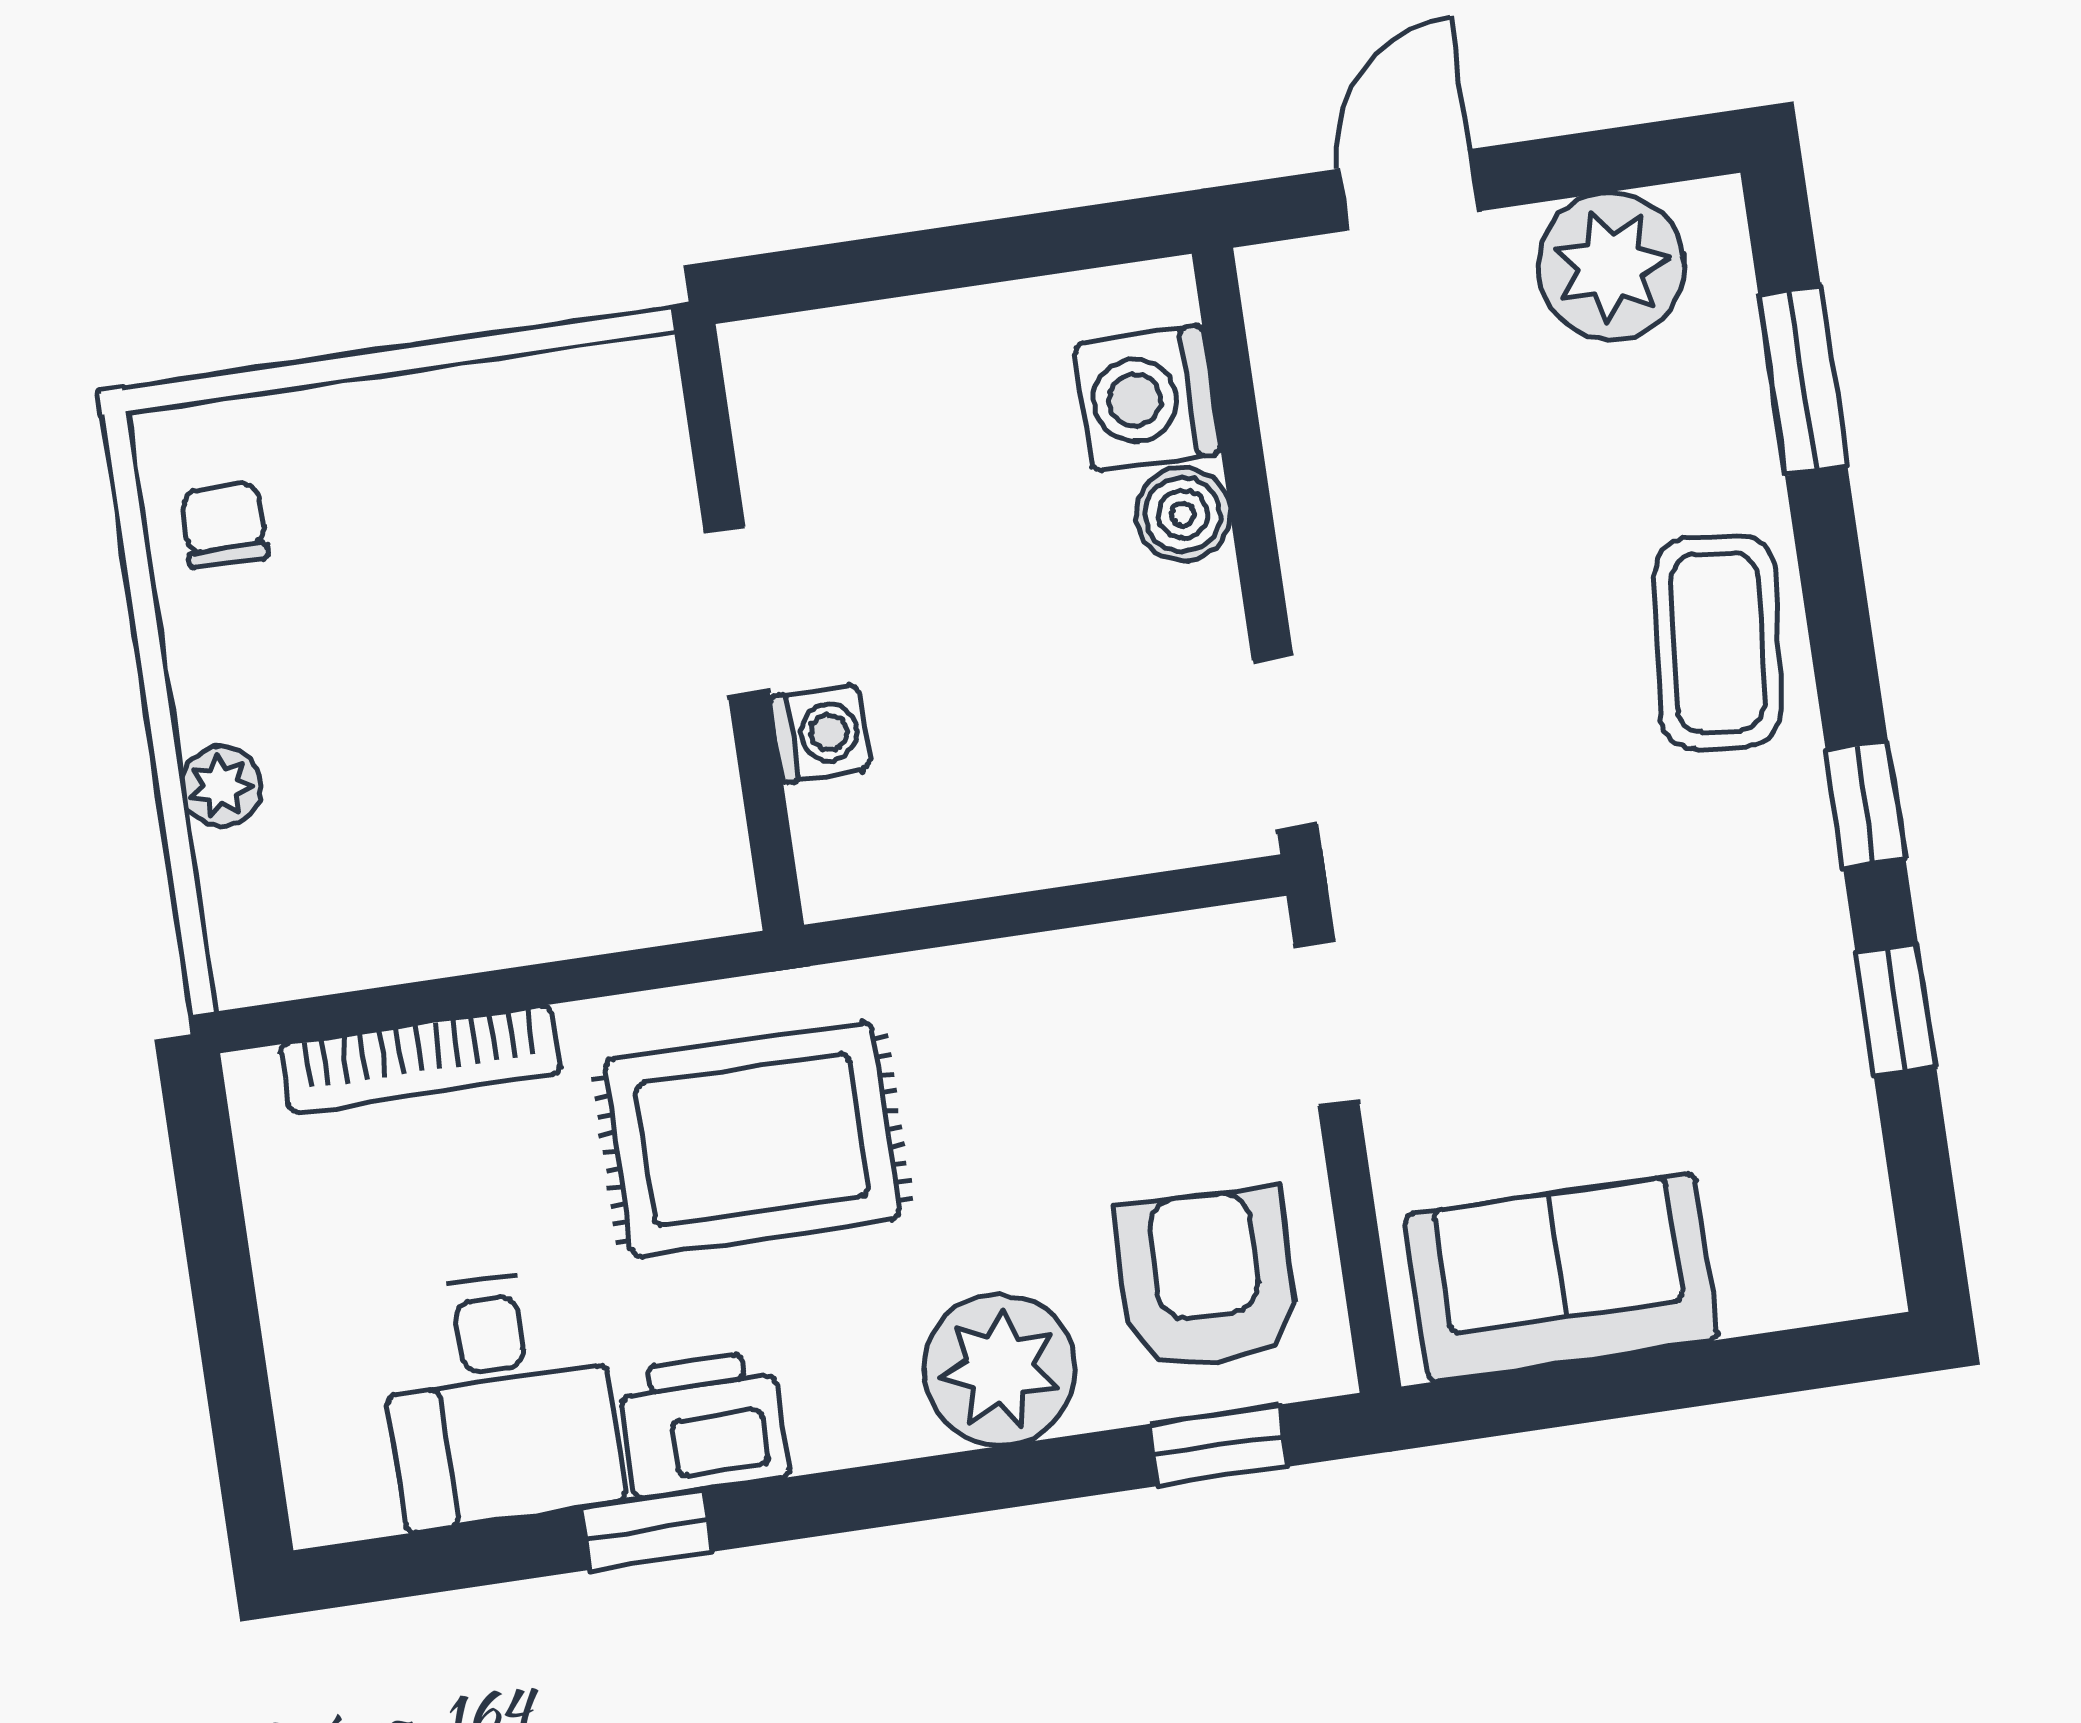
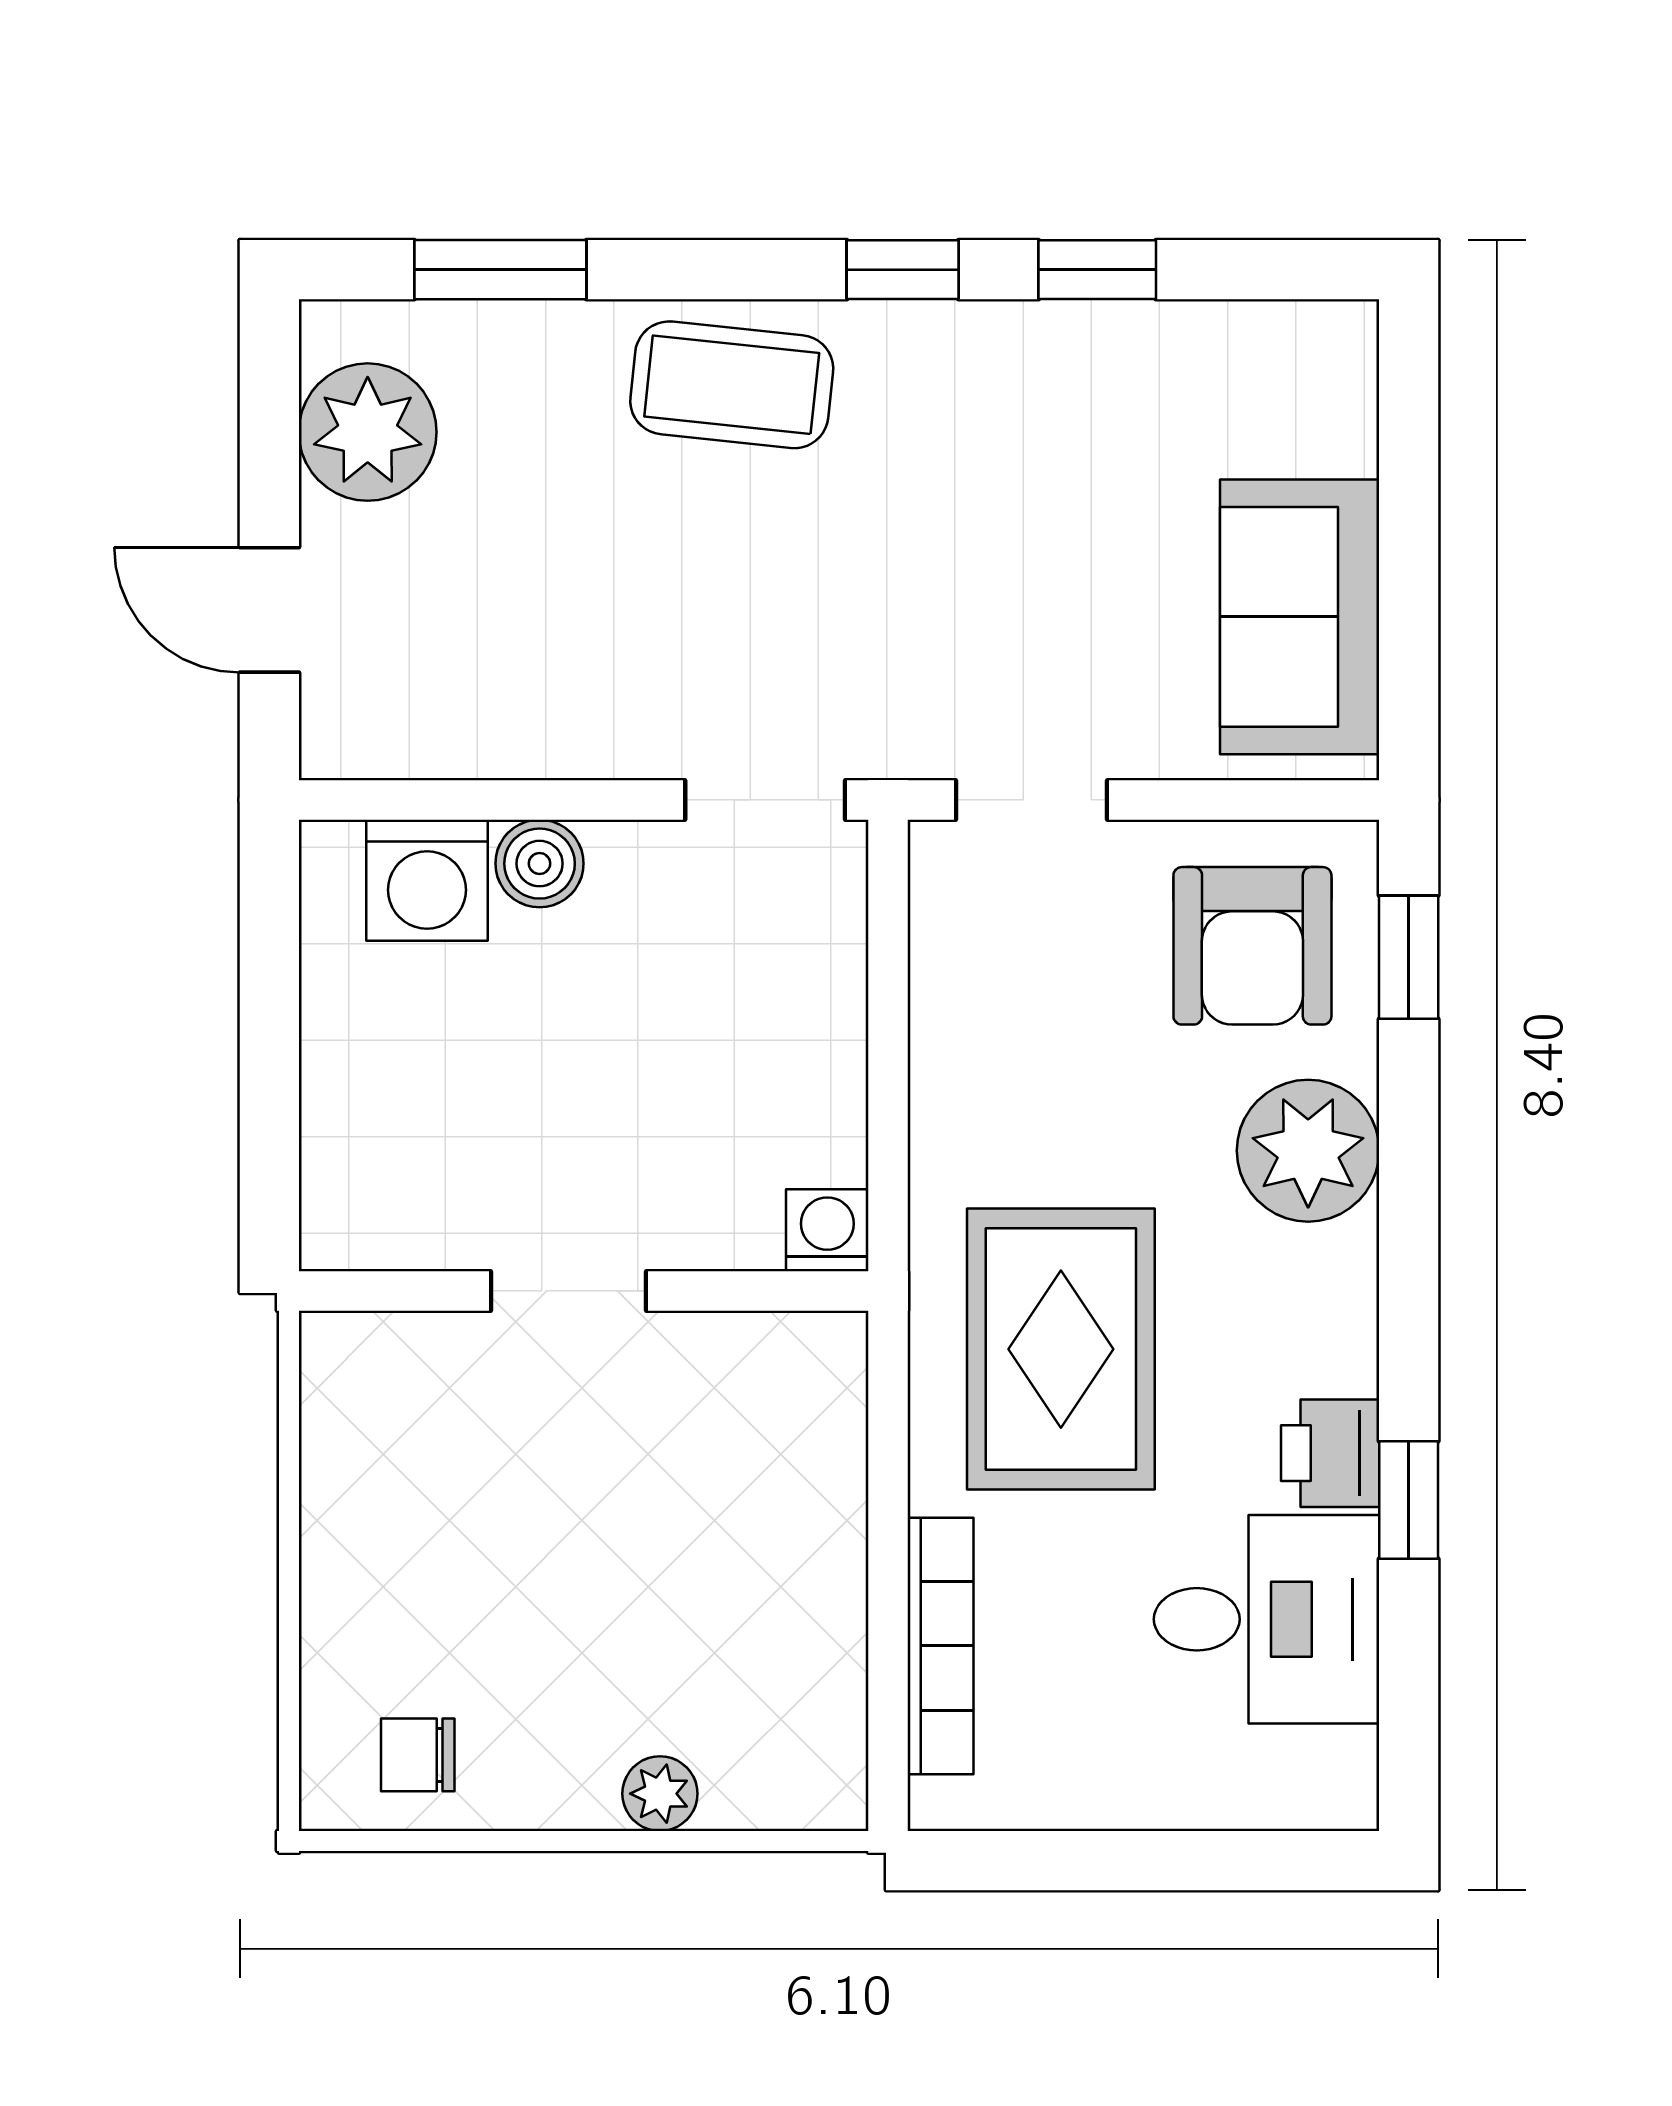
washing machine: (820, 734) -> (827, 1230), moved
armchair: (1207, 1279) -> (1252, 946), turned -91
printer: (703, 1424) -> (1330, 1453), width x0.73, depth x0.81

